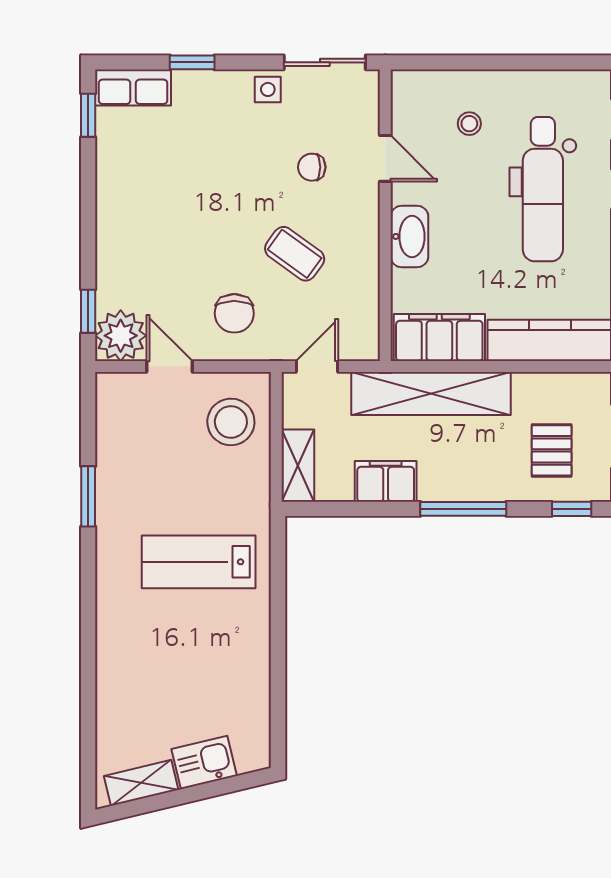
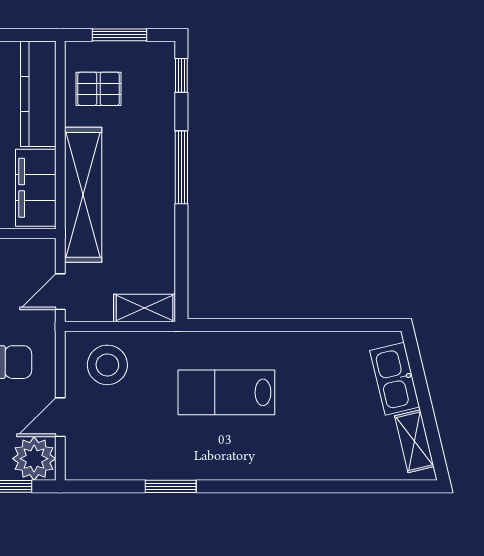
door: (317, 366) -> (60, 292), hinge flipped
pallet: (552, 450) -> (99, 89), moved
filing cabinet: (386, 481) -> (158, 233), removed
lab bench: (199, 562) -> (226, 392), turned 90
kitchen sink: (204, 762) -> (395, 379), width x1.38

